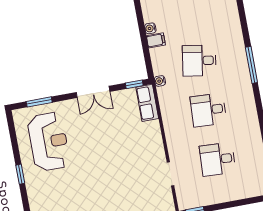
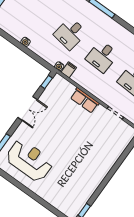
filing cabinet: (156, 40) -> (69, 70), moved
row of seats: (147, 103) -> (85, 100), moved
window: (20, 174) -> (31, 194), removed

